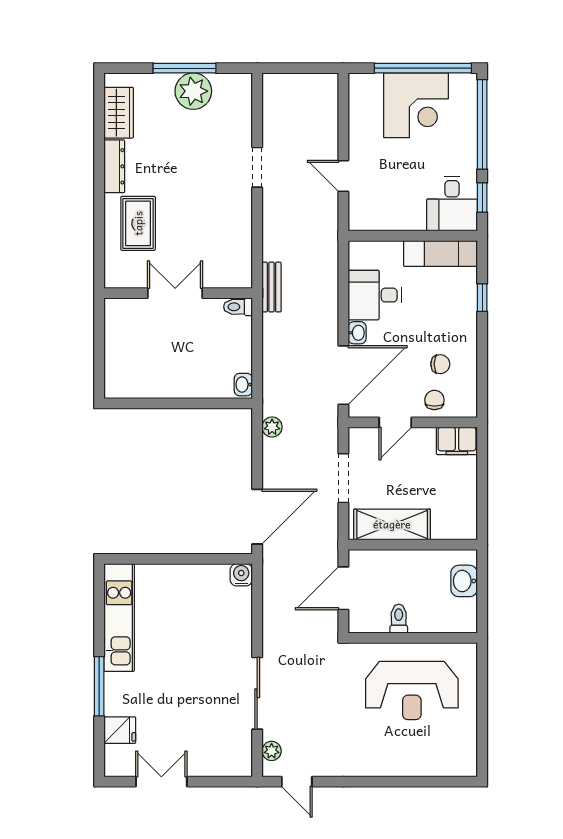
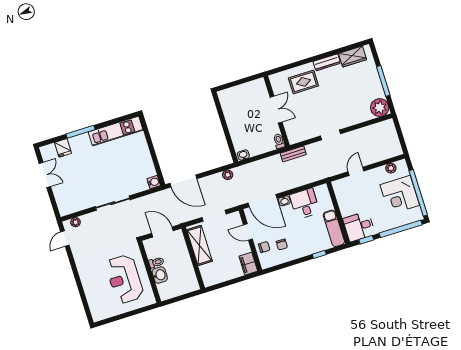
plant: (193, 91) -> (380, 108), moved
plant: (358, 106) -> (391, 168), added
doorway: (257, 167) -> (331, 135), moved
washbasin: (464, 581) -> (160, 275), moved, turned 90
sliding door: (257, 693) -> (113, 203), moved

